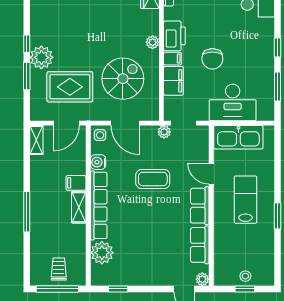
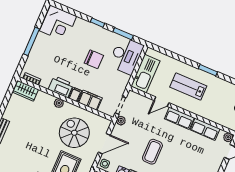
chair: (212, 59) -> (94, 59), moved
desk: (233, 102) -> (126, 55), moved
coffee table: (153, 179) -> (152, 152), moved

